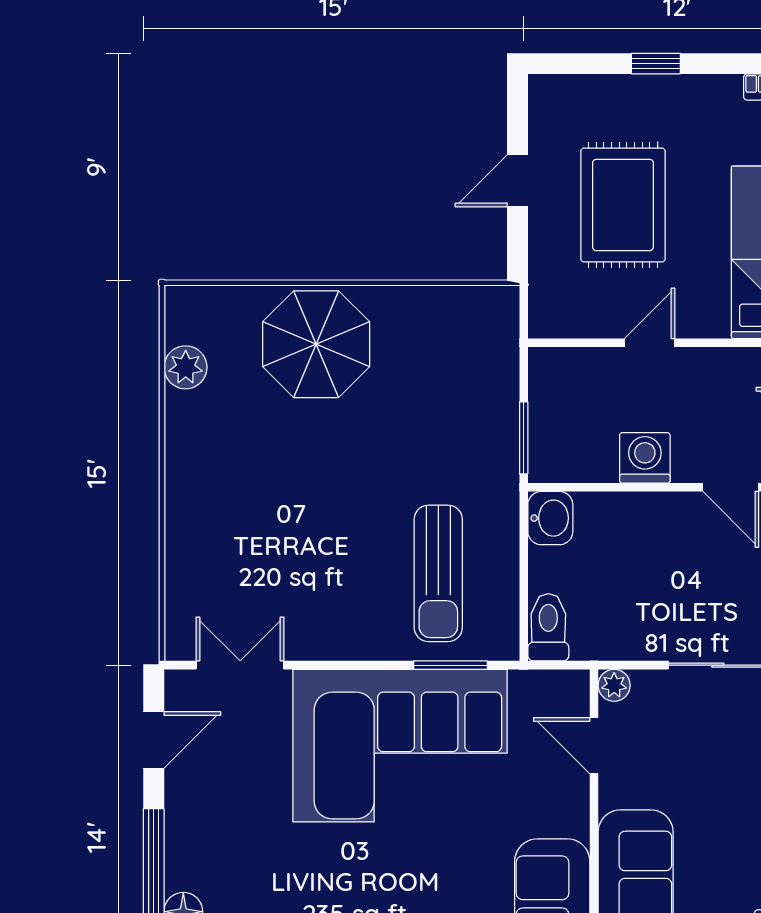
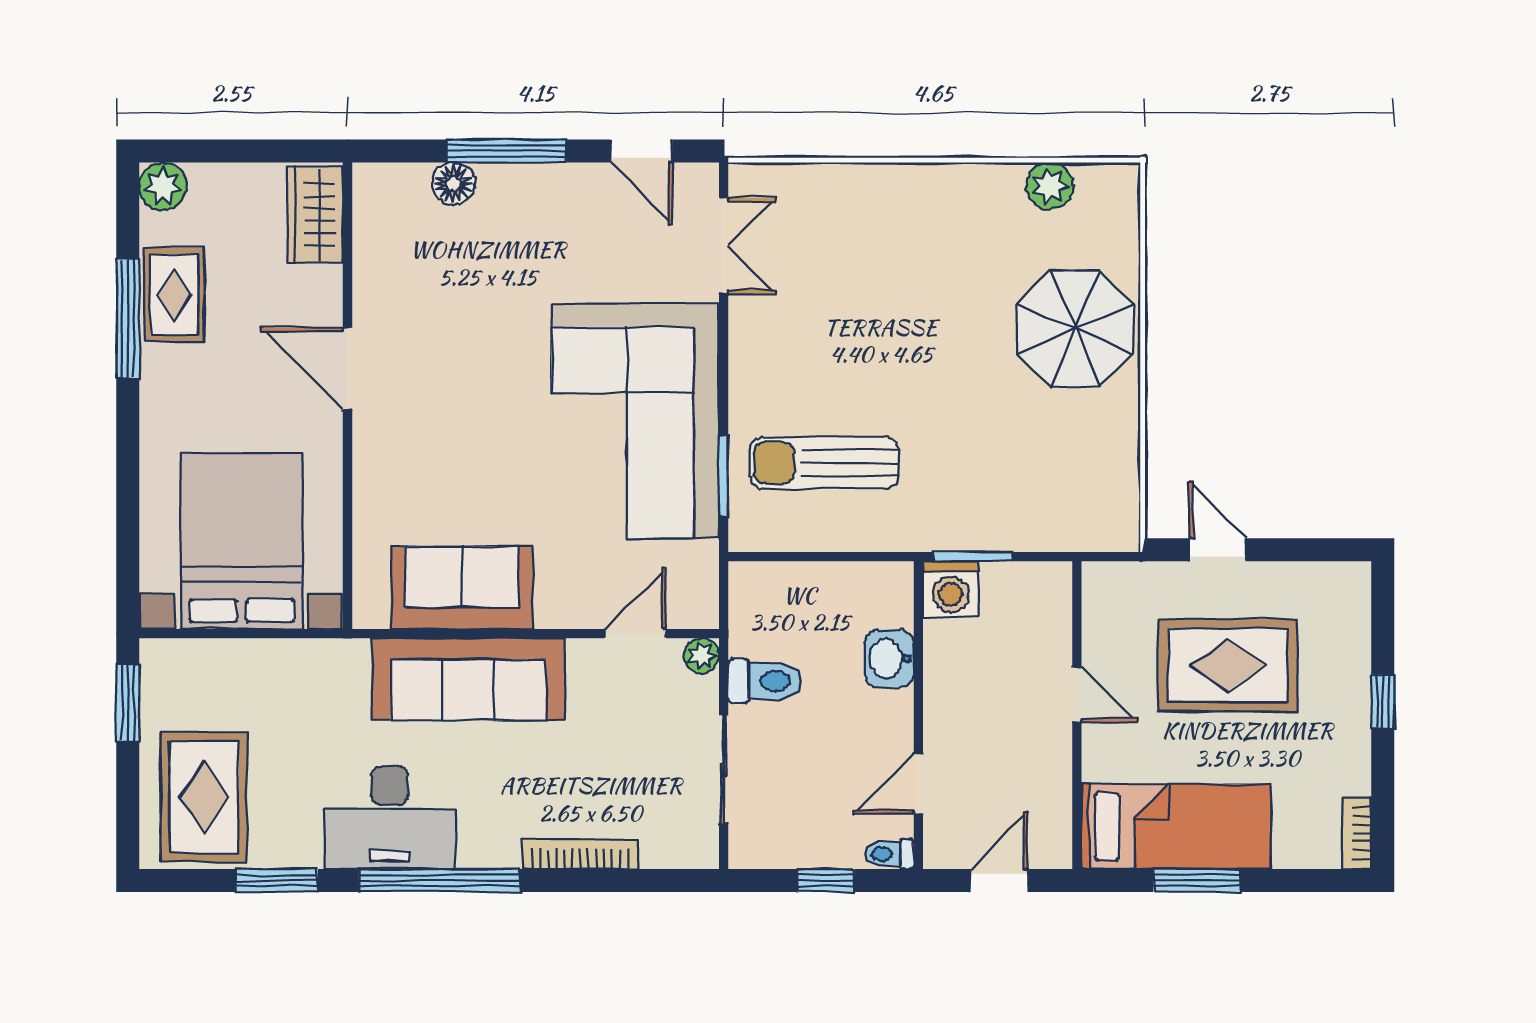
door: (517, 181) -> (1217, 550), moved
washing machine: (645, 458) -> (951, 589), moved, turned 90
washbasin: (550, 518) -> (889, 659), moved, turned 90
toilet: (548, 627) -> (765, 681), moved

